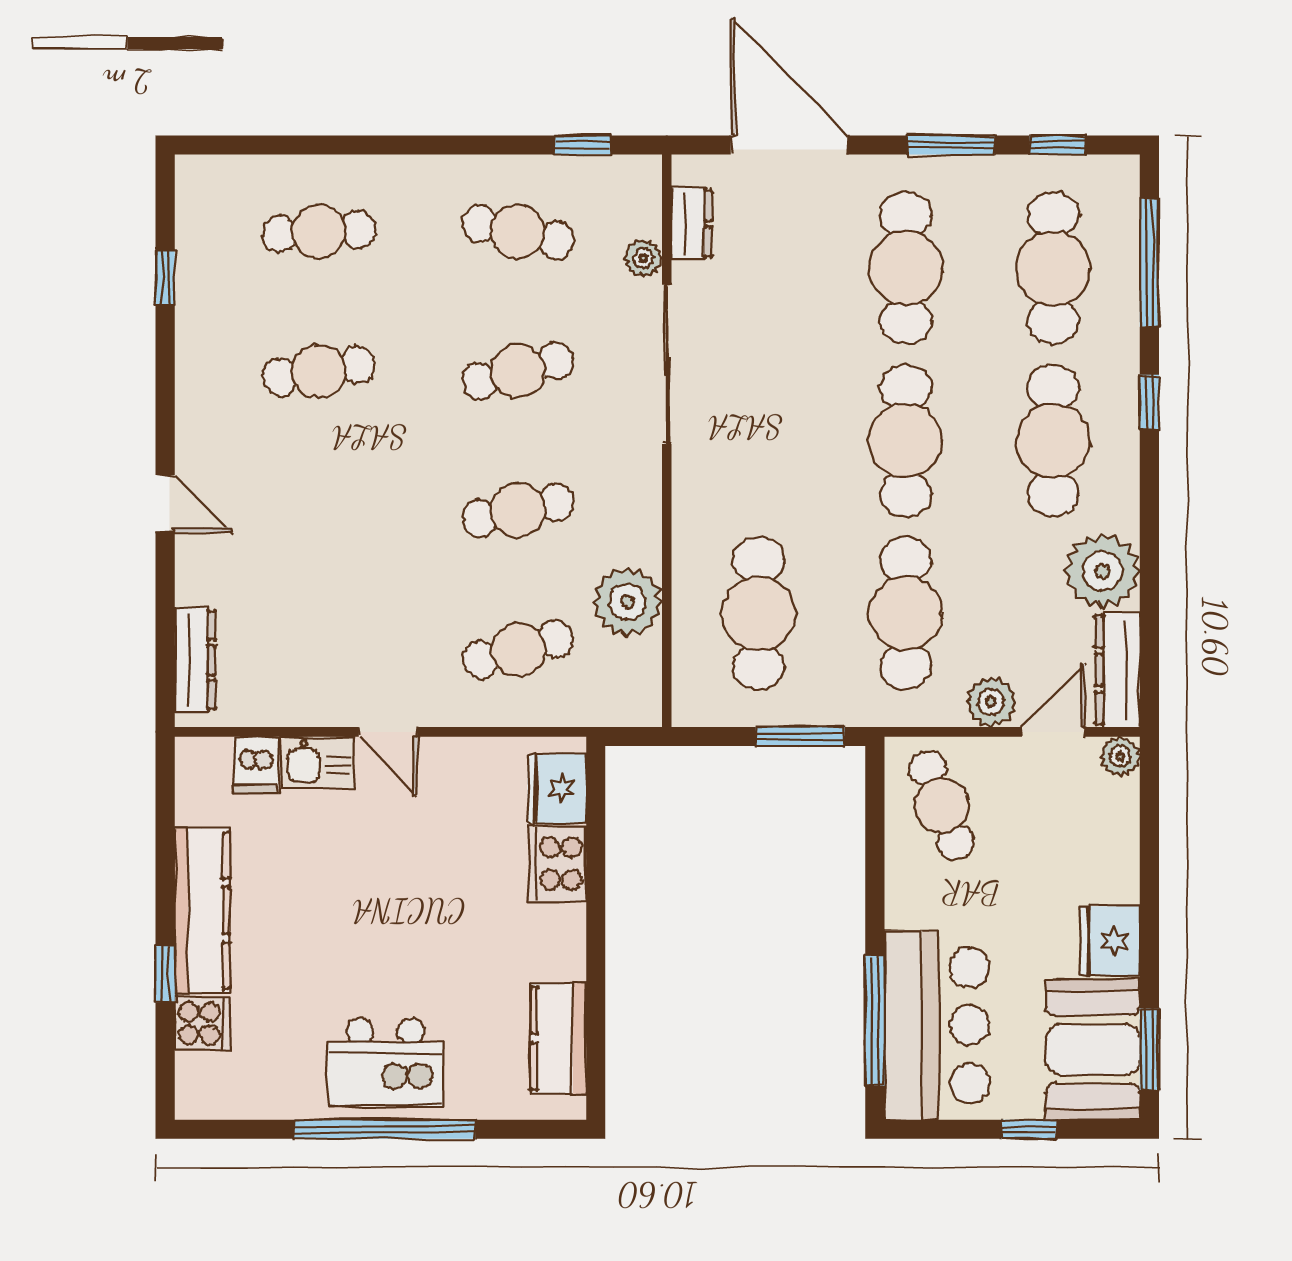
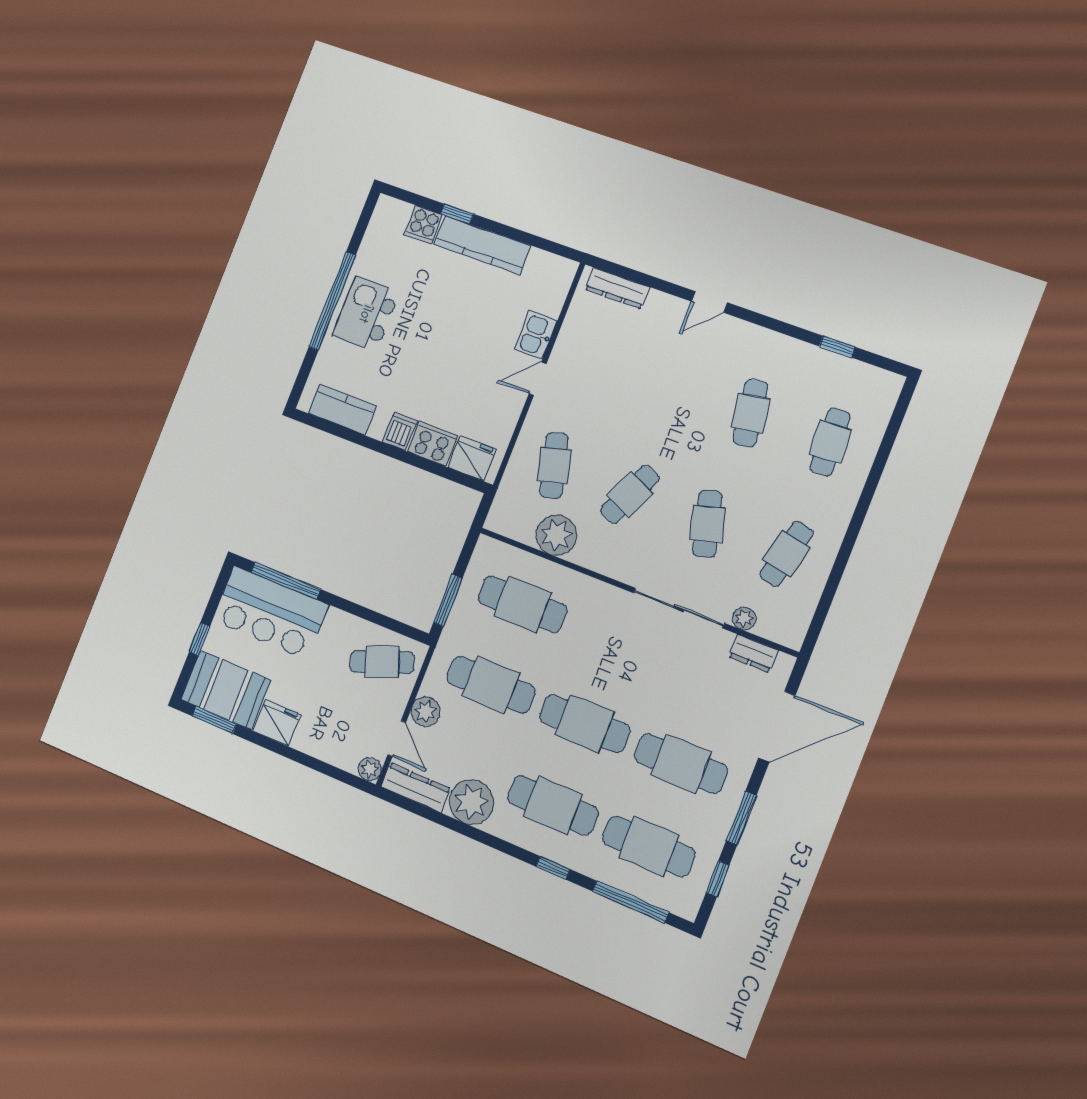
window: (583, 145) -> (822, 610), removed
cafe table: (518, 510) -> (630, 494), turned 36
dishwasher: (256, 765) -> (400, 431), moved, turned 90

